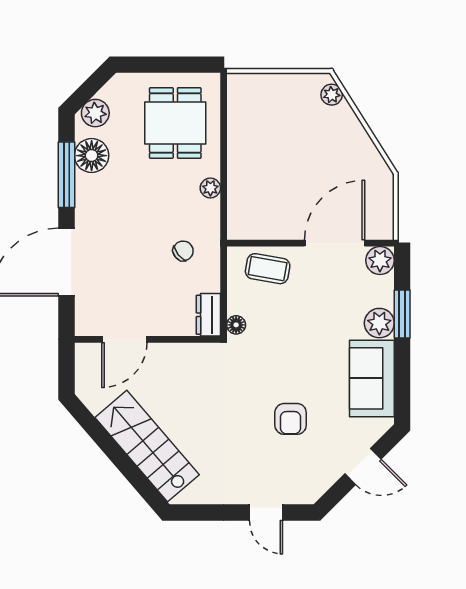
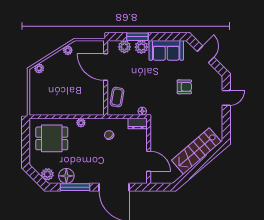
plant: (372, 159) -> (68, 50), added
plant: (380, 260) -> (124, 47), moved

